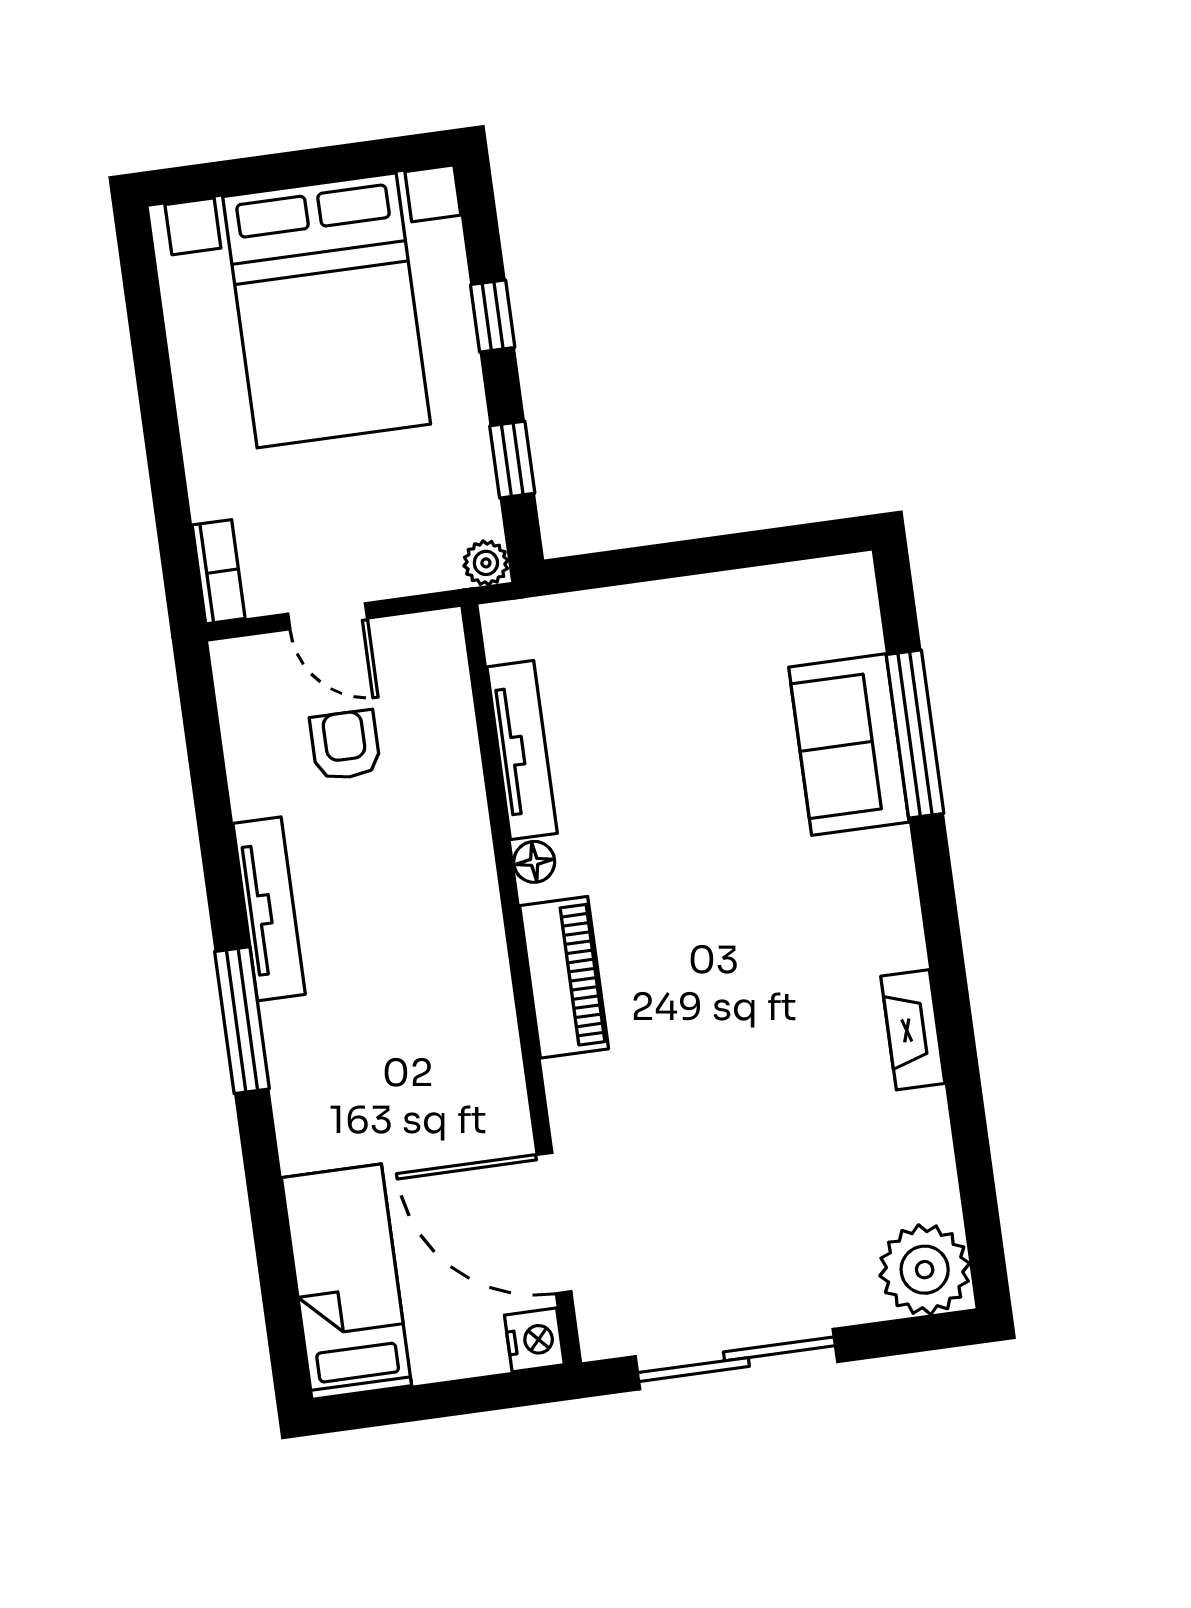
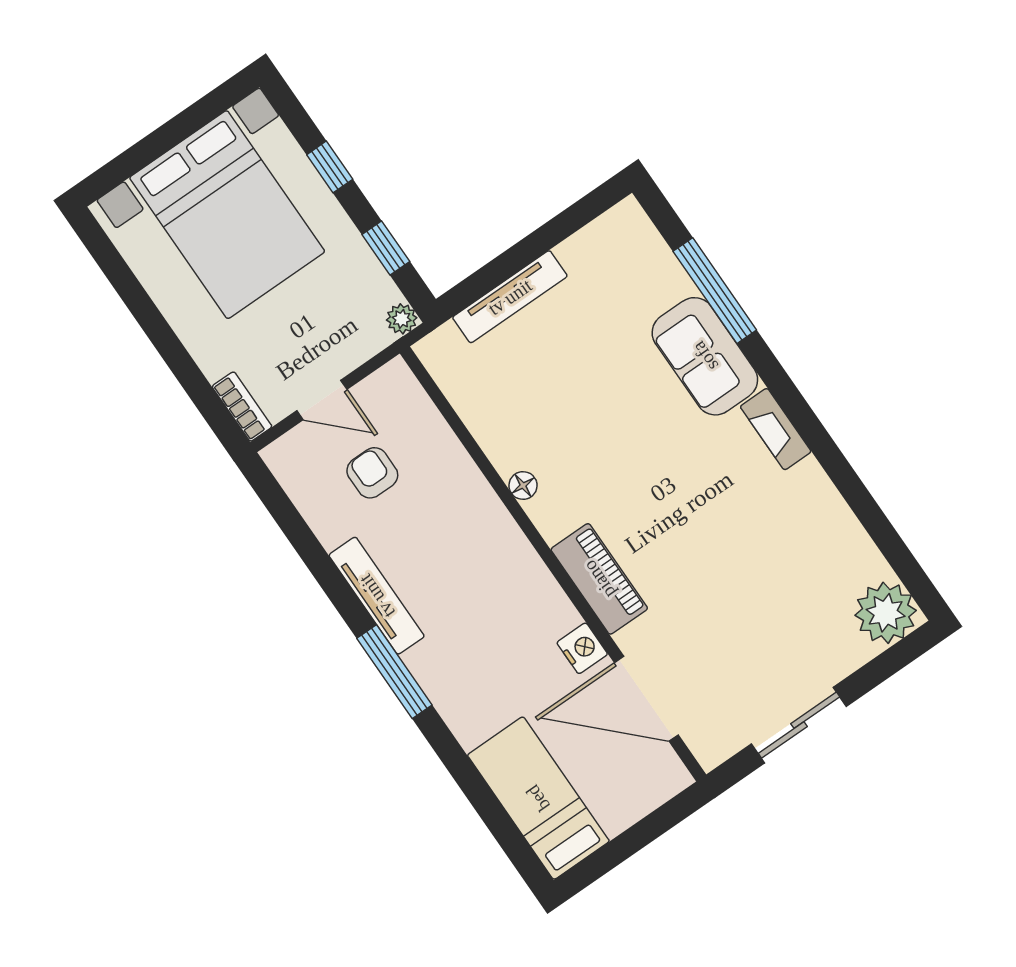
sofa: (849, 745) -> (705, 356), moved
tv unit: (522, 750) -> (510, 297), moved, turned 90
piano: (564, 977) -> (599, 579), moved
fireplace: (913, 1030) -> (776, 429), moved
nightstand: (534, 1340) -> (582, 648), moved
sliding door: (736, 1359) -> (799, 725), width x0.73

